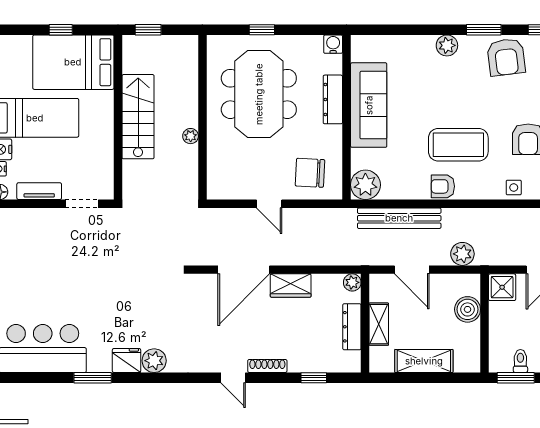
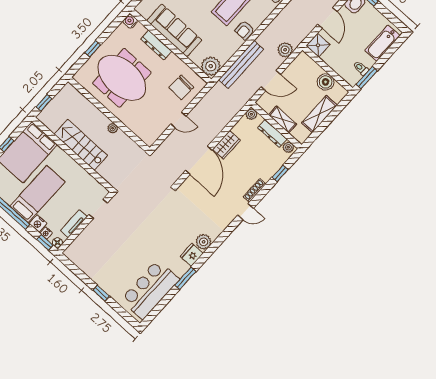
boiler: (468, 309) -> (326, 82), moved
plant: (353, 360) -> (288, 147), added

